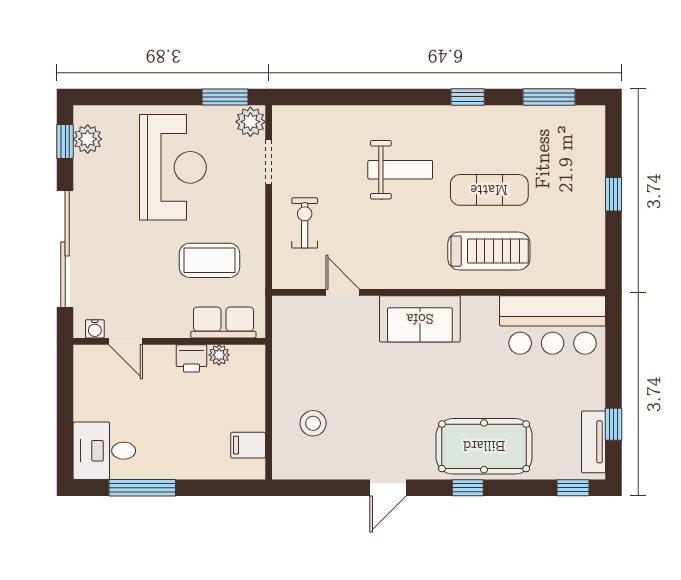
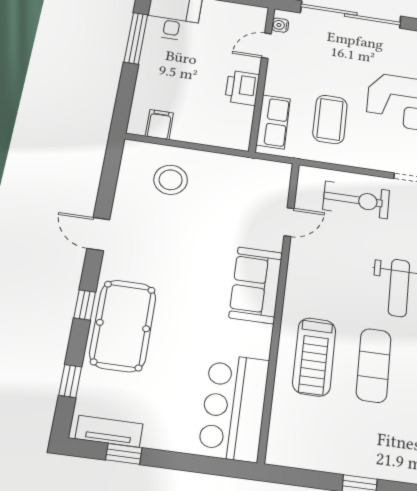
exercise bike: (305, 223) -> (356, 200), width x1.38, depth x1.39
plant: (219, 355) -> (245, 114), removed
printer: (191, 358) -> (242, 88), width x1.36, depth x1.24
stool: (313, 423) -> (171, 180), width x1.38, depth x1.38
window: (573, 488) -> (70, 381), moved

